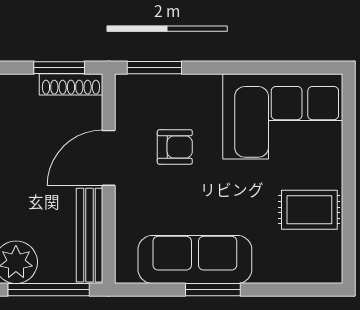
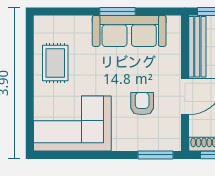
armchair: (175, 147) -> (142, 104), turned 90
rug: (309, 210) -> (55, 63), turned 90

